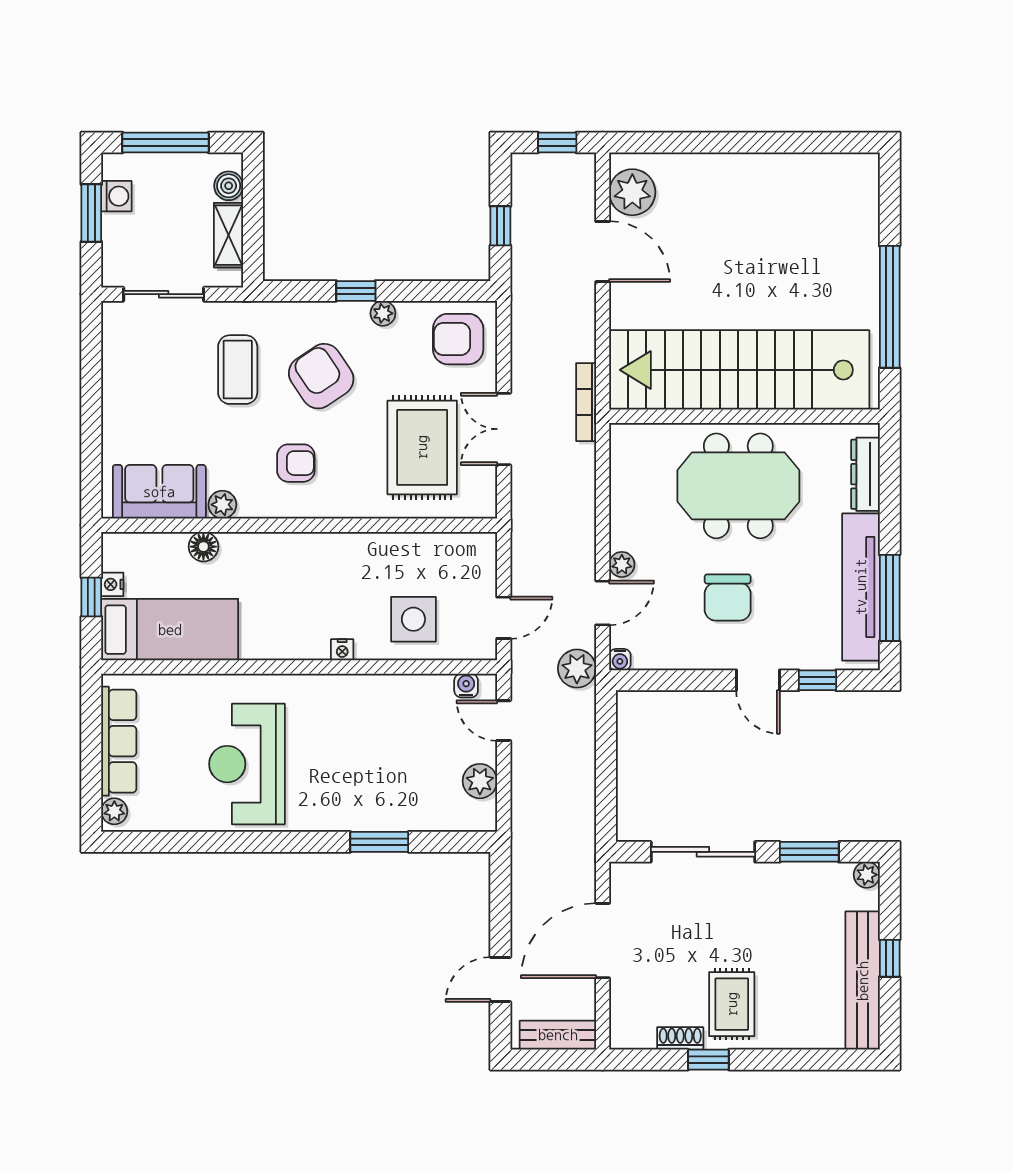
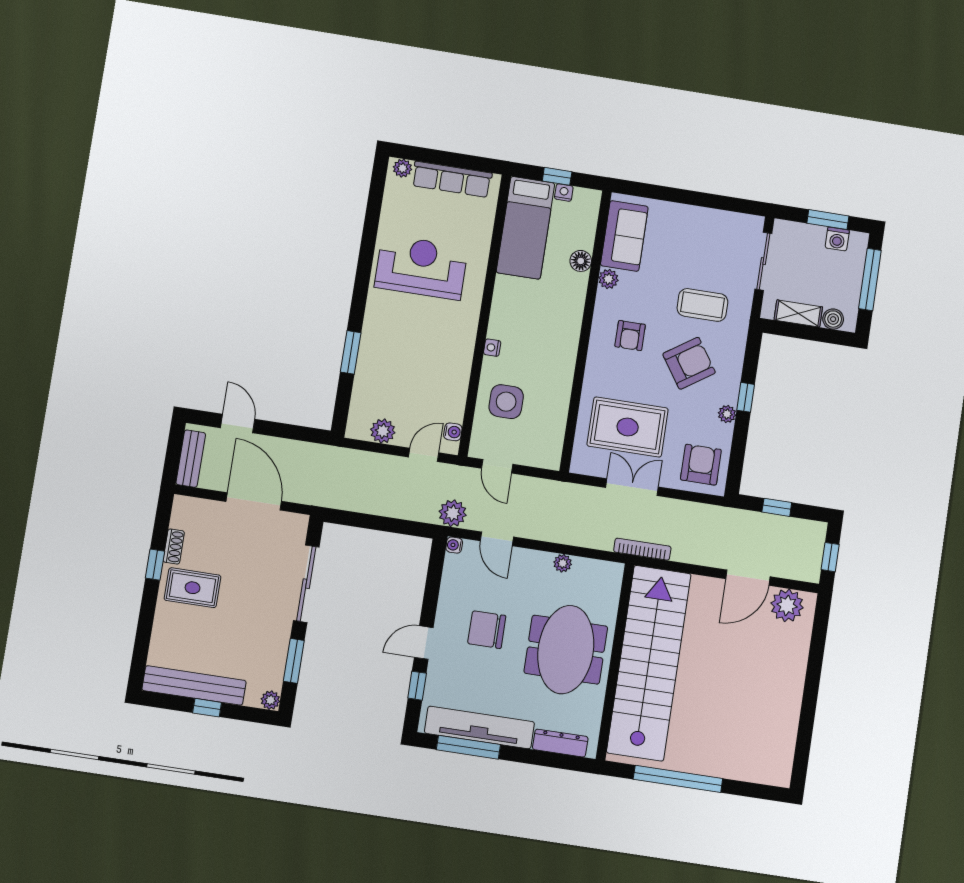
plant: (622, 564) -> (563, 563), moved

